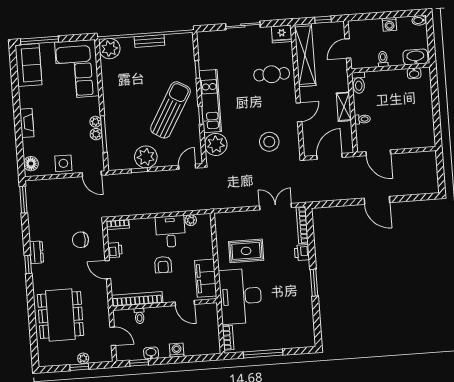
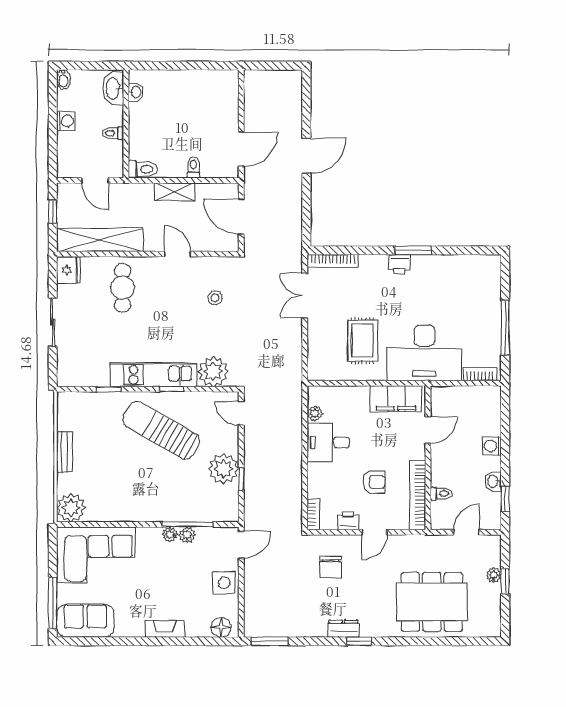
stool: (269, 142) -> (215, 298), width x0.53, depth x0.53
printer: (302, 253) -> (399, 264), moved
armchair: (163, 265) -> (374, 482), moved

